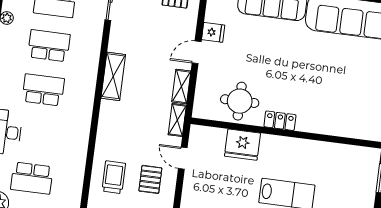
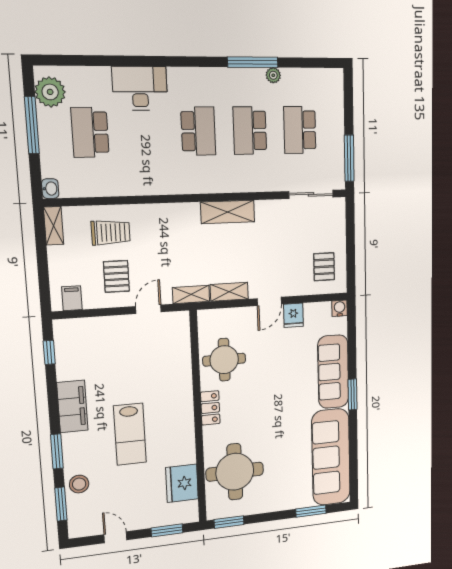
school desk: (49, 46) -> (250, 131), turned 180
door: (197, 52) -> (269, 301), swing flipped
round table: (343, 109) -> (235, 472), added
fridge: (242, 145) -> (182, 483), moved
pallet: (150, 179) -> (116, 276), turned 90

